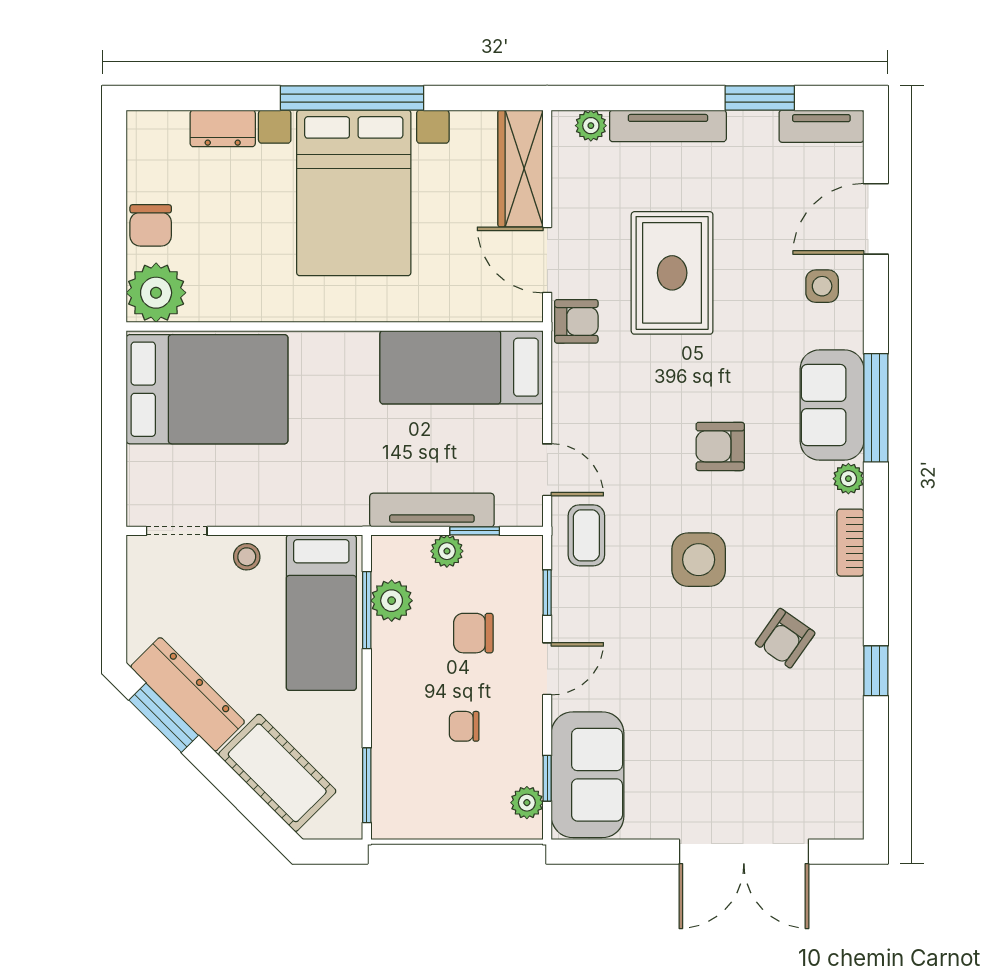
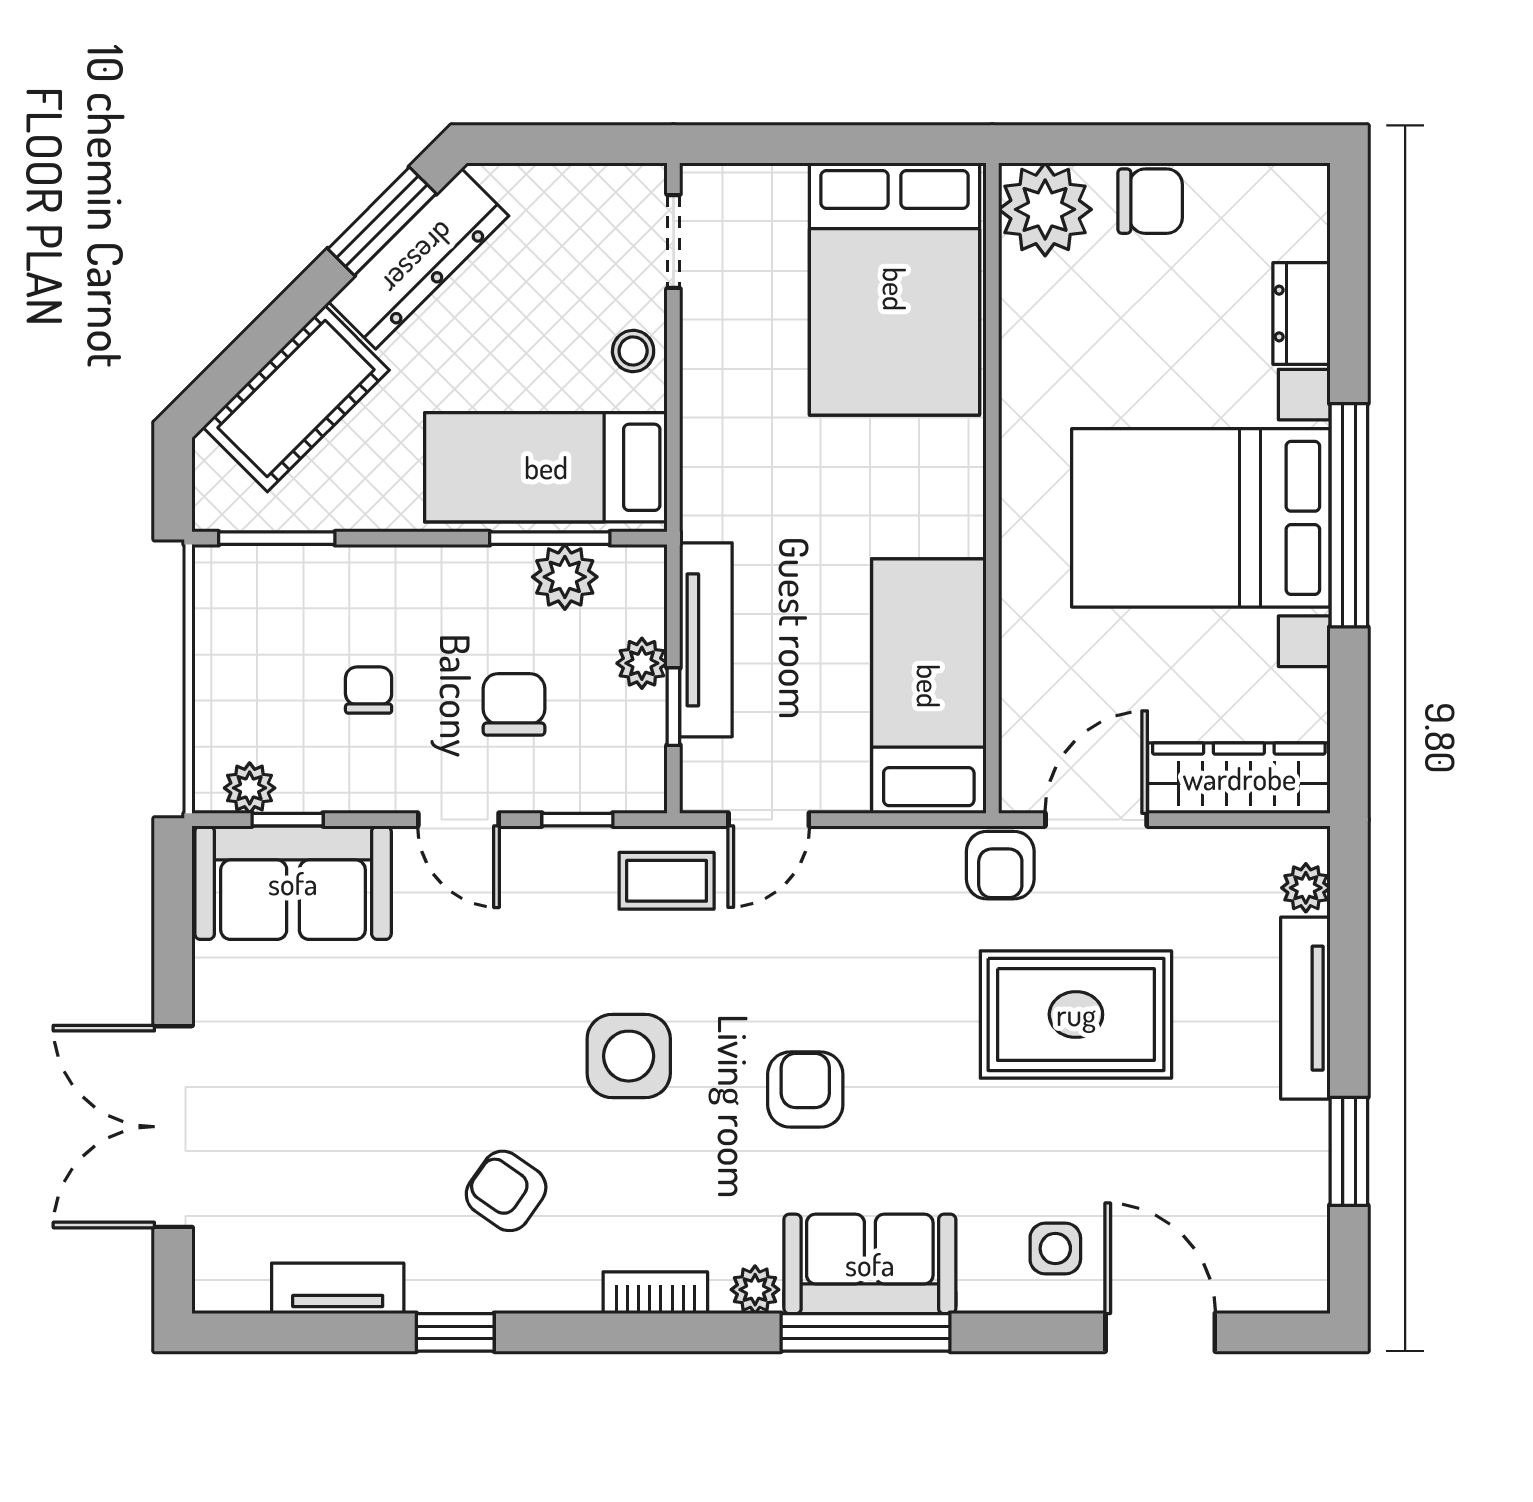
tv unit: (821, 126) -> (338, 1288), moved, turned 90
chair: (151, 225) -> (1150, 201), turned 180

